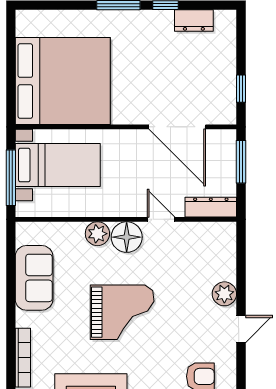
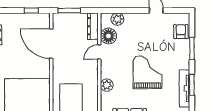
door: (177, 127) -> (51, 44), swing flipped
floor lamp: (127, 237) -> (108, 36), moved
plant: (224, 294) -> (117, 19), moved

